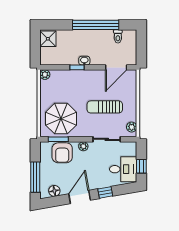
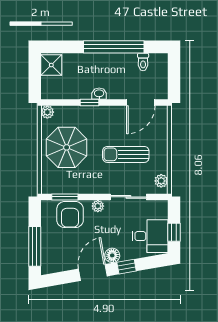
parasol: (61, 119) -> (67, 147), moved
floor lamp: (54, 191) -> (112, 255), moved

